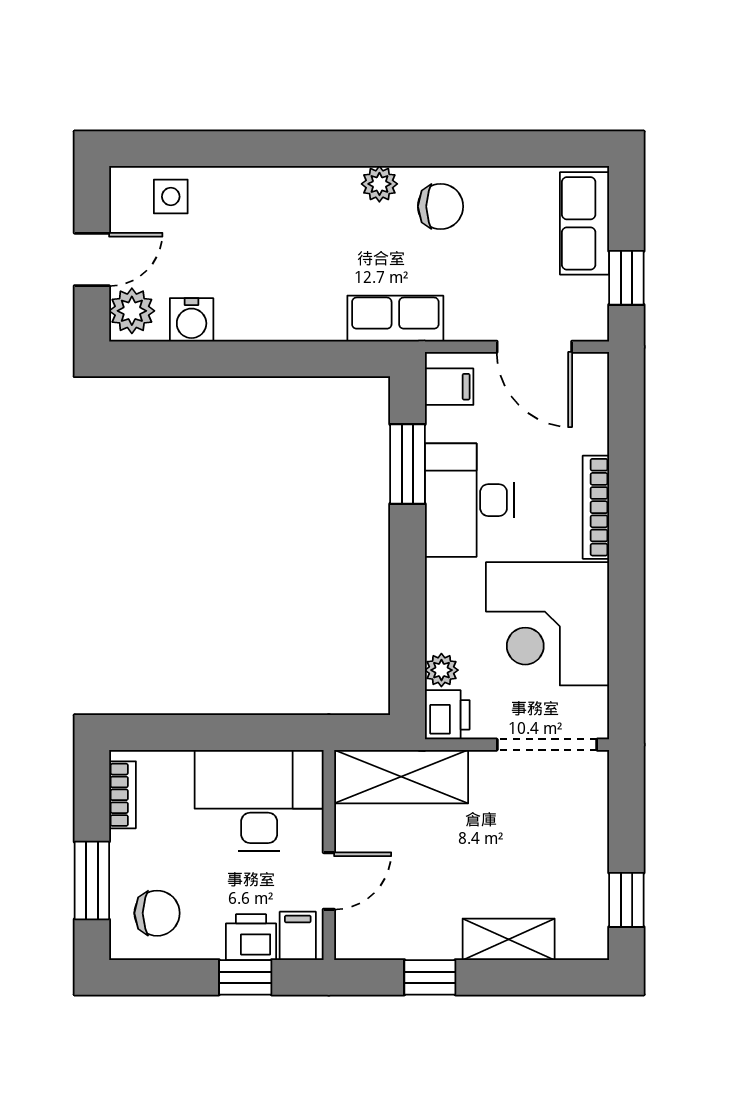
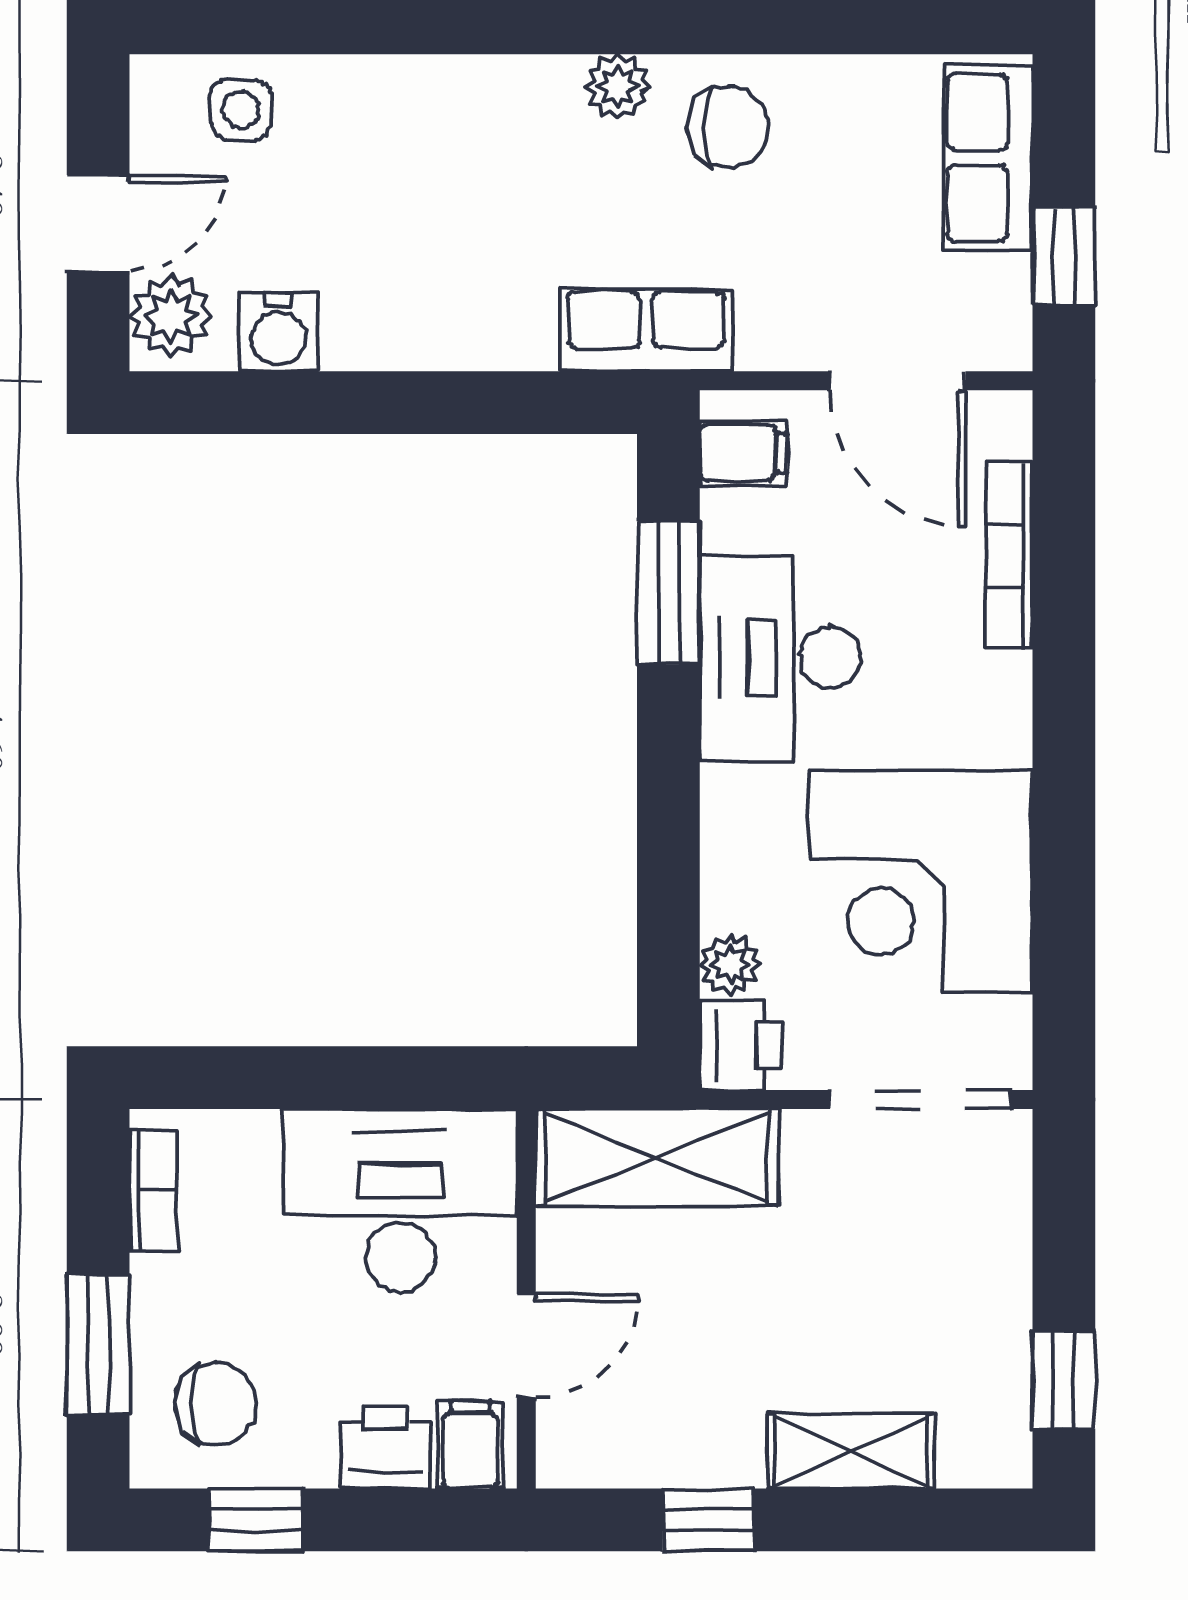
bookcase: (596, 507) -> (1009, 555), moved
window: (245, 977) -> (256, 1520), moved

